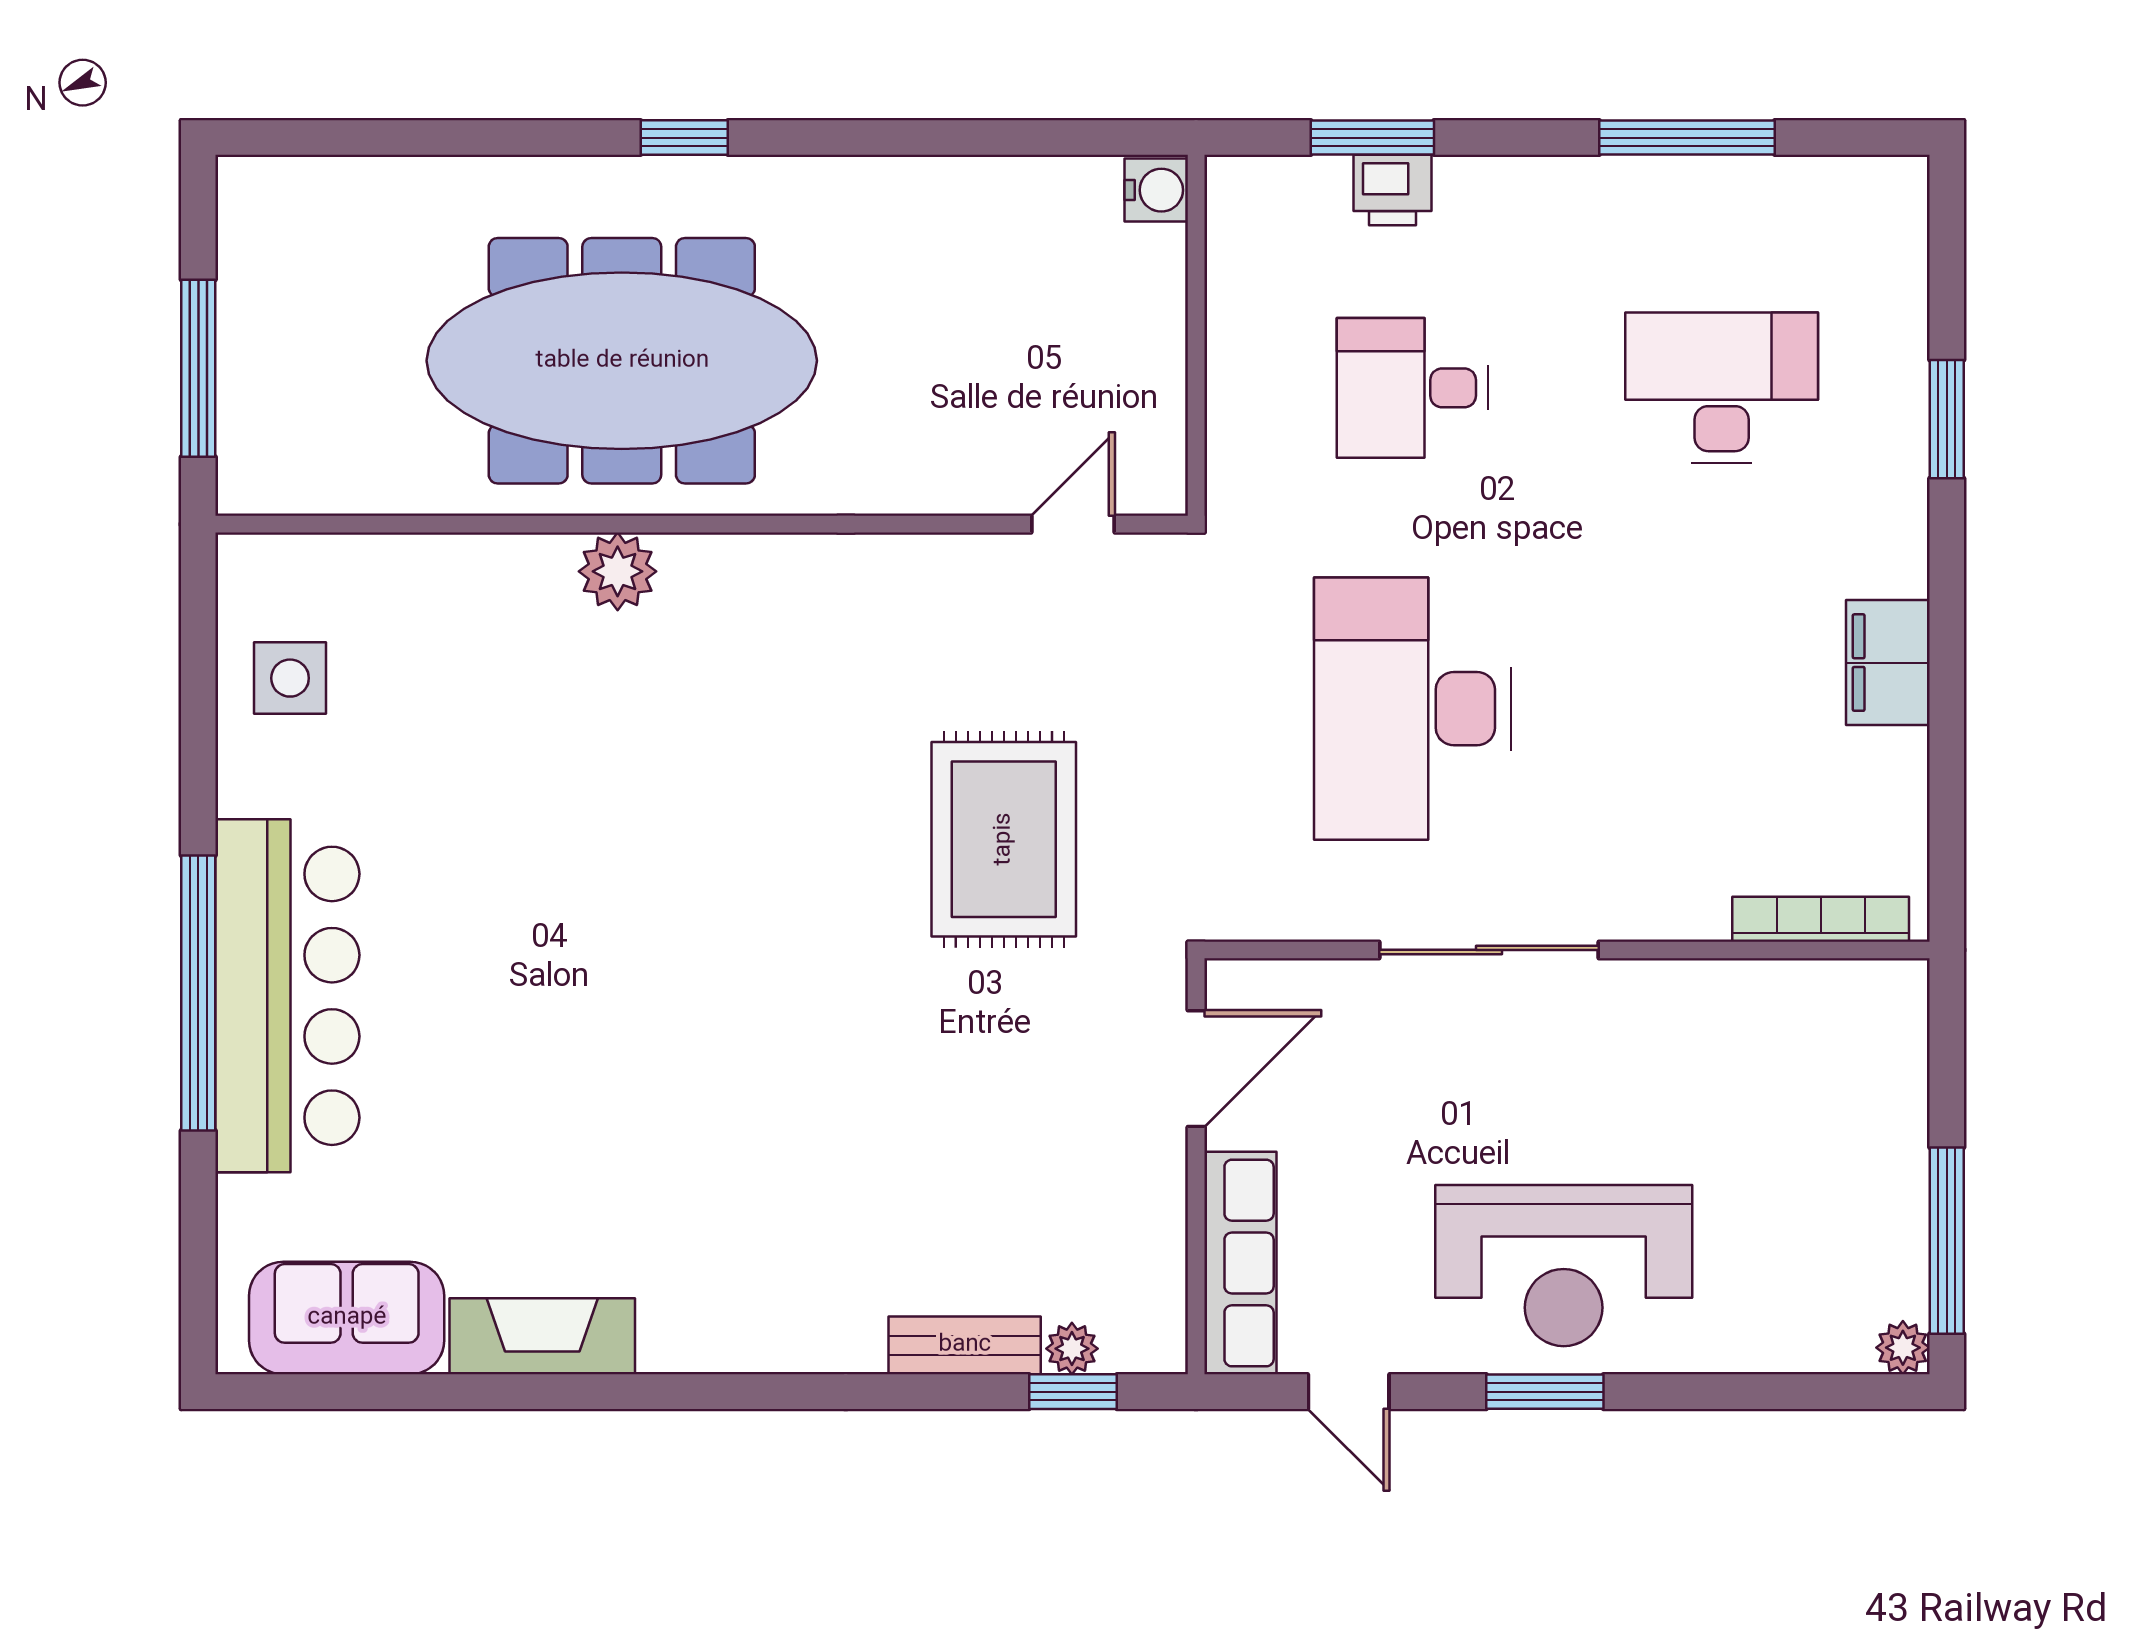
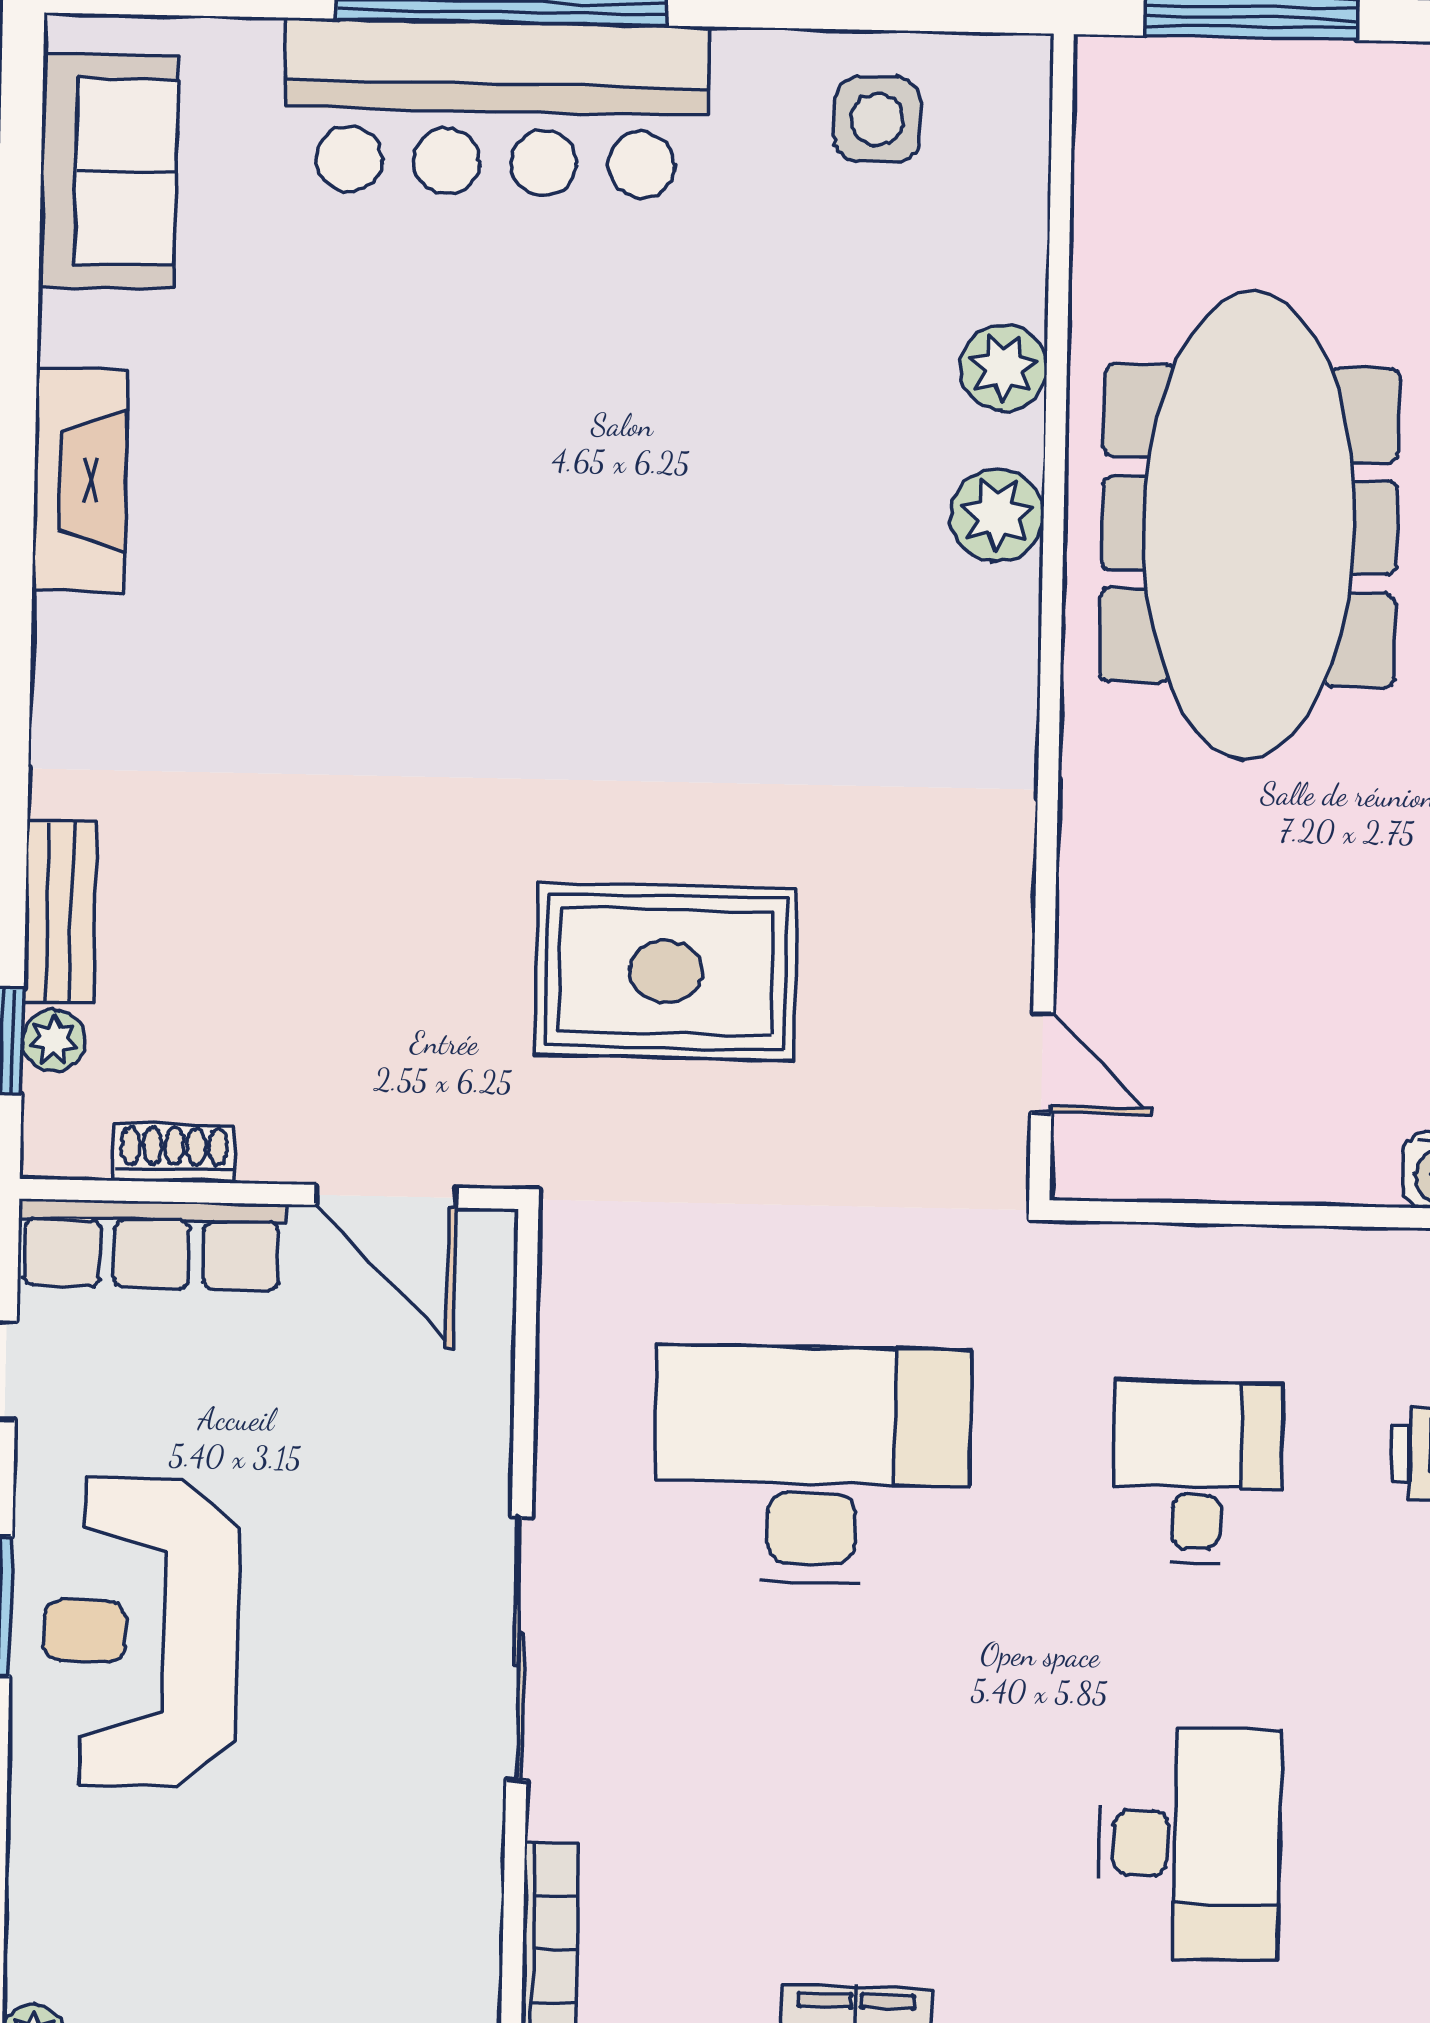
plant: (495, 569) -> (1003, 368), added
sliding door: (1489, 950) -> (519, 1649), moved
shoe rack: (1164, 1246) -> (174, 1153), added
fireplace: (542, 1336) -> (80, 480), moved

